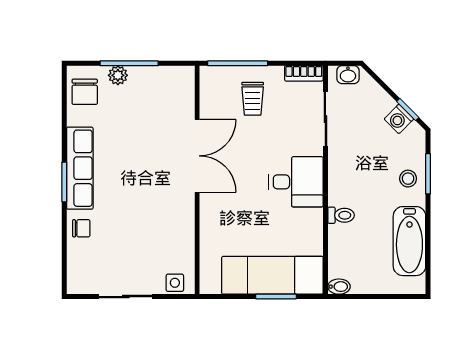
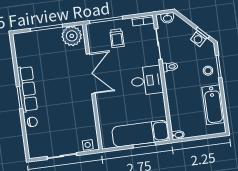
plant: (118, 75) -> (72, 36), moved, width x1.88, depth x1.88
chair: (85, 92) -> (24, 47), removed
toilet: (341, 215) -> (170, 67), moved

